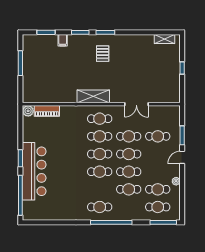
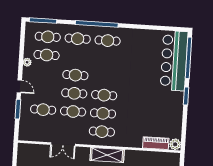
double door: (136, 104) -> (63, 144), swing flipped
door: (182, 157) -> (19, 86), hinge flipped
bar counter: (34, 171) -> (174, 61), moved
cafe table: (100, 172) -> (105, 77), removed
cafe table: (129, 189) -> (78, 39), moved

